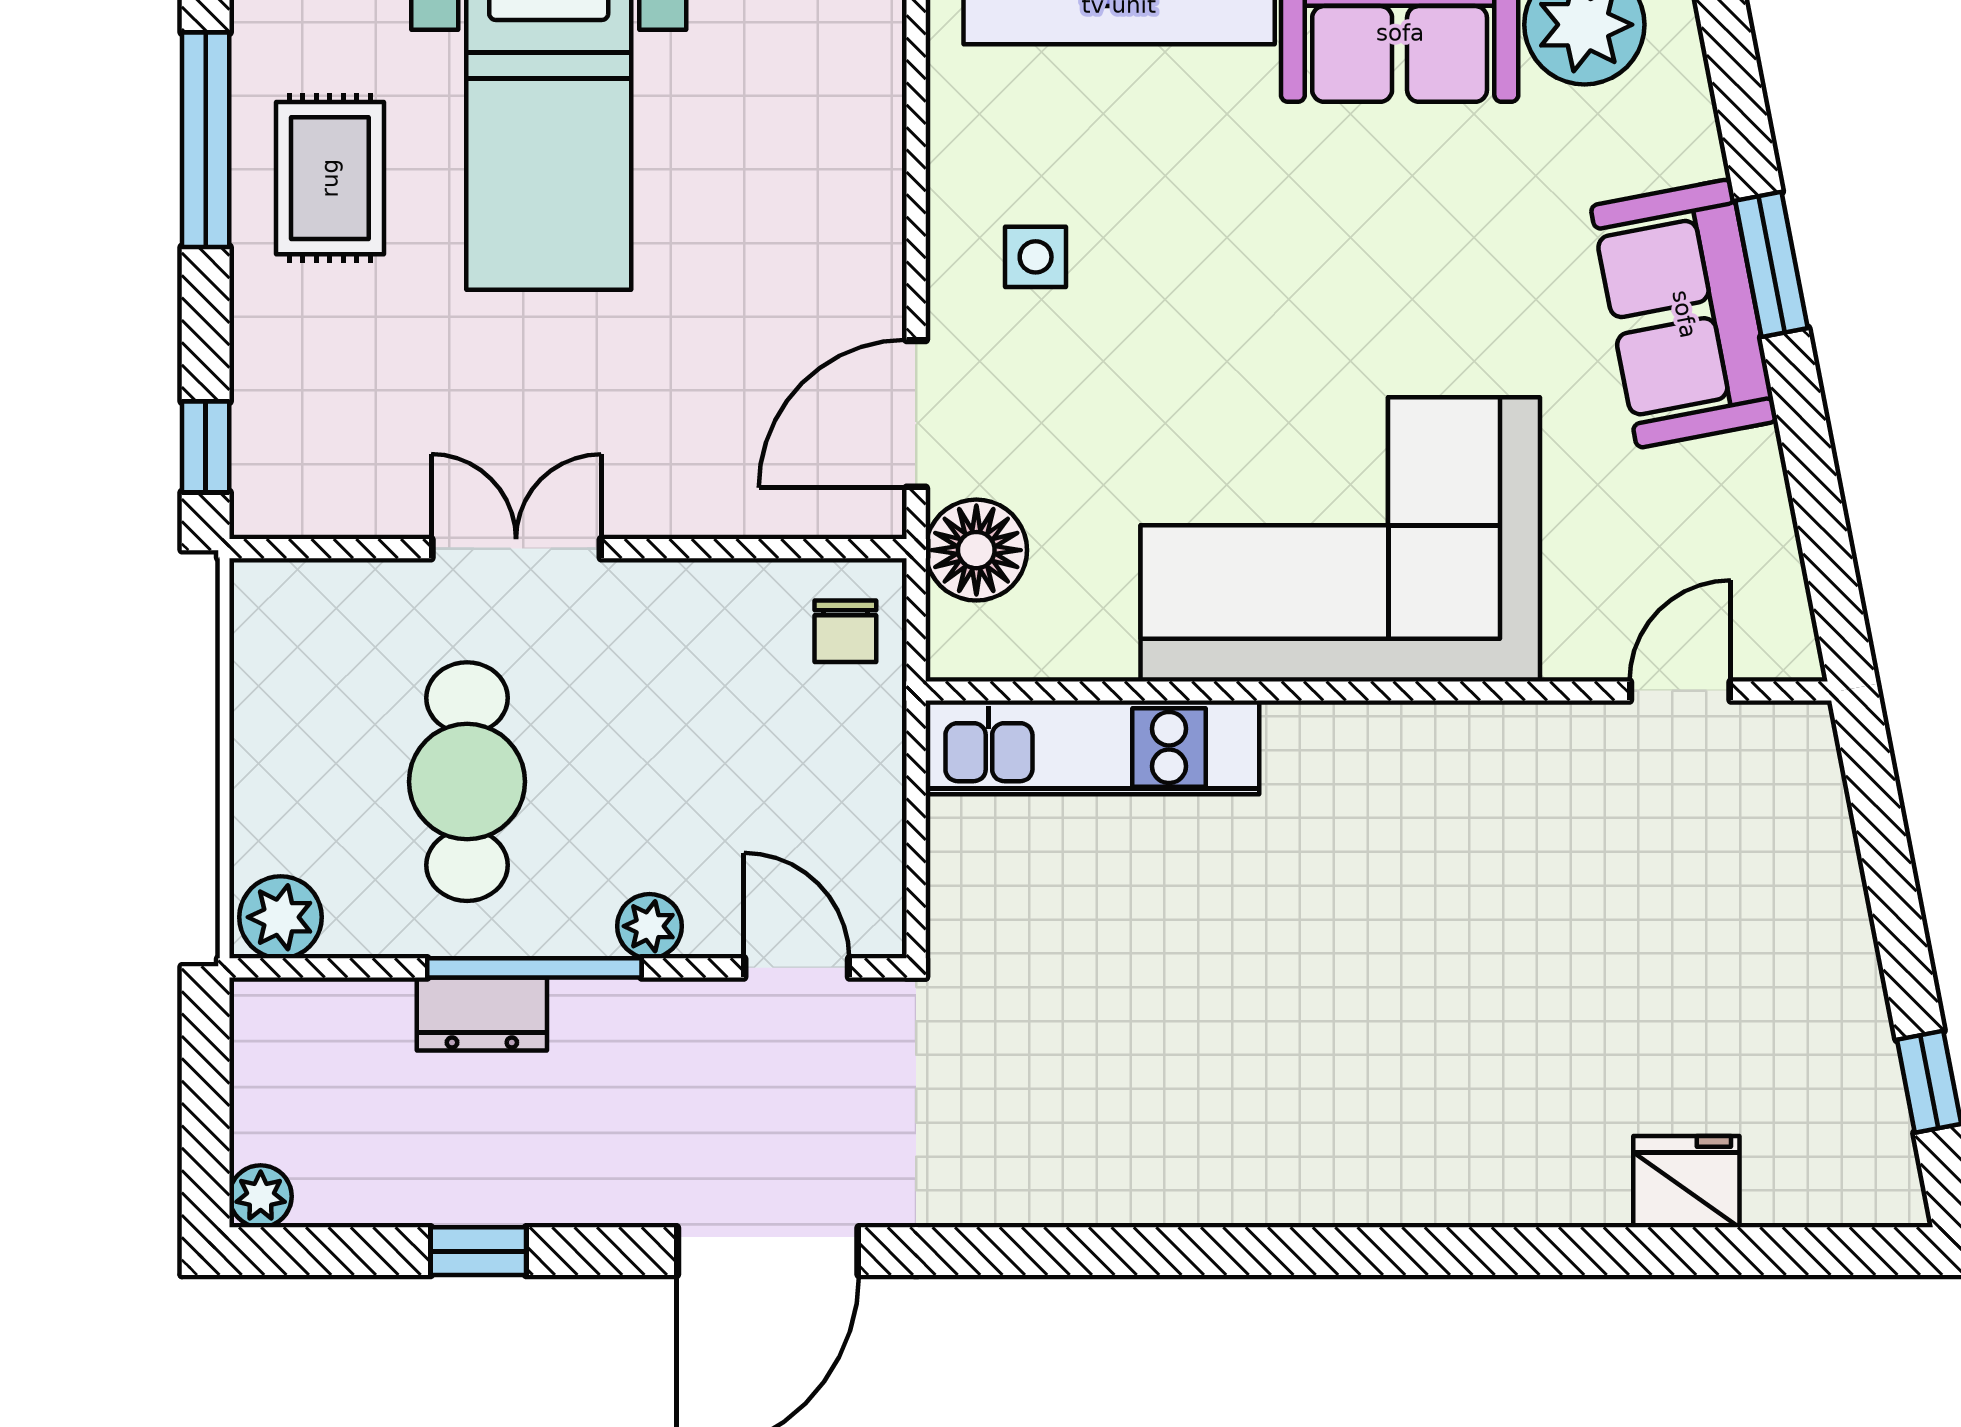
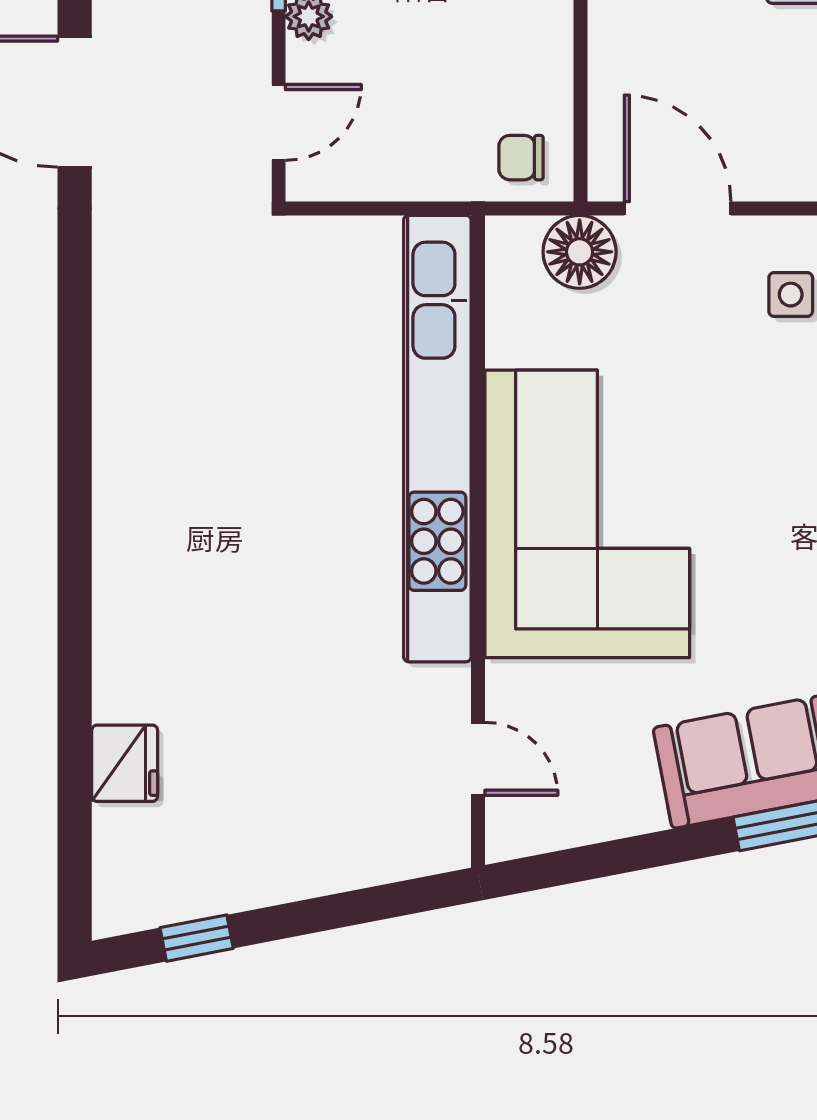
kitchen unit: (1092, 747) -> (437, 439), width x1.86

